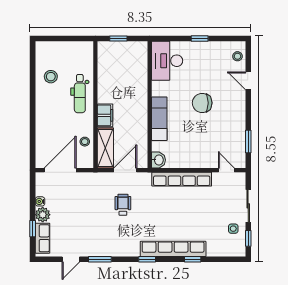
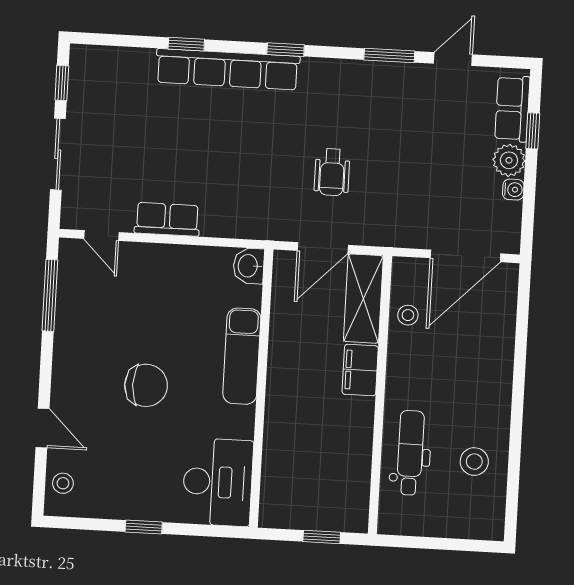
dental chair: (80, 94) -> (410, 453), moved
window: (248, 141) -> (50, 295), width x1.44
row of seats: (182, 179) -> (167, 219), width x0.50
side table: (233, 229) -> (93, 106), removed

